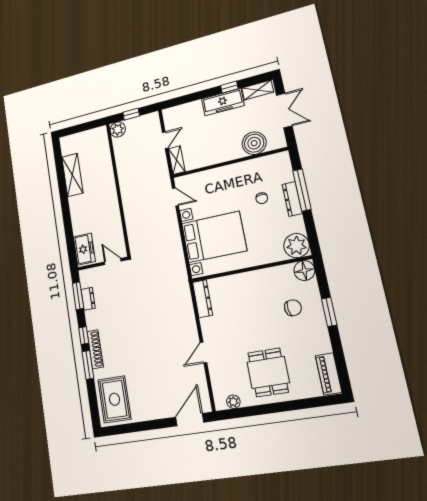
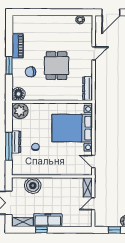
dining table: (268, 372) -> (57, 66), moved
piano: (329, 374) -> (18, 46), moved

